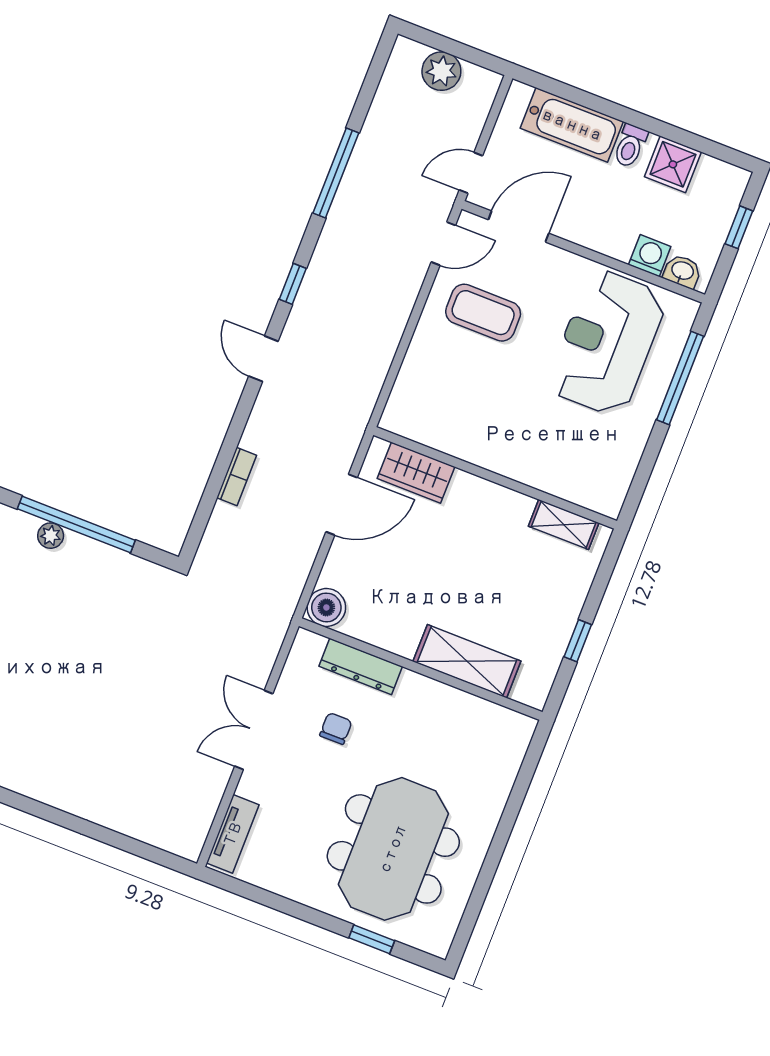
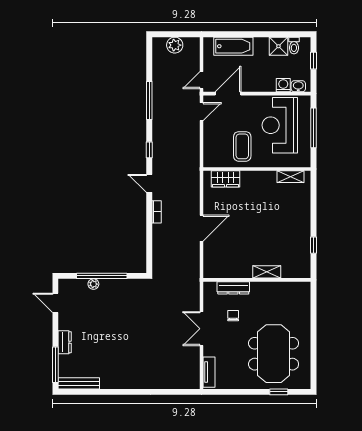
toilet: (630, 146) -> (294, 45), moved
coffee table: (483, 313) -> (242, 146), moved, turned 90
wardrobe: (416, 473) -> (225, 179), moved
bookcase: (237, 477) -> (157, 212), moved
wall: (495, 478) -> (257, 169), moved
shelving: (564, 525) -> (291, 177), moved
boiler: (326, 607) -> (211, 270), removed
shelving: (467, 661) -> (267, 272), width x0.67, depth x0.75

